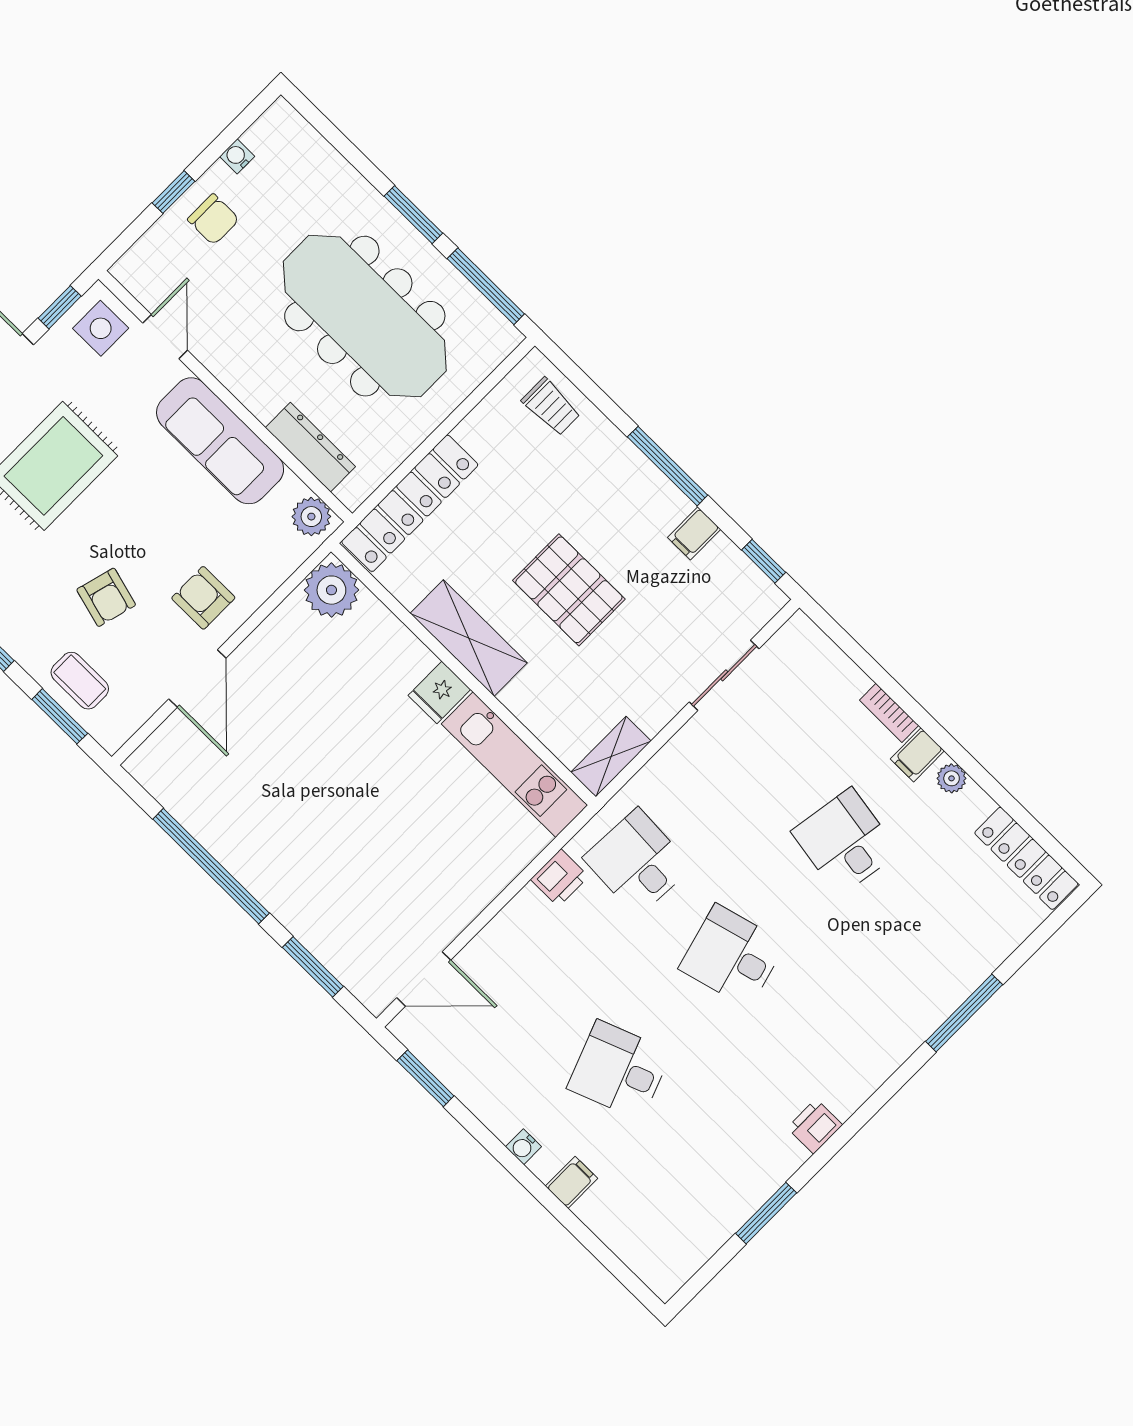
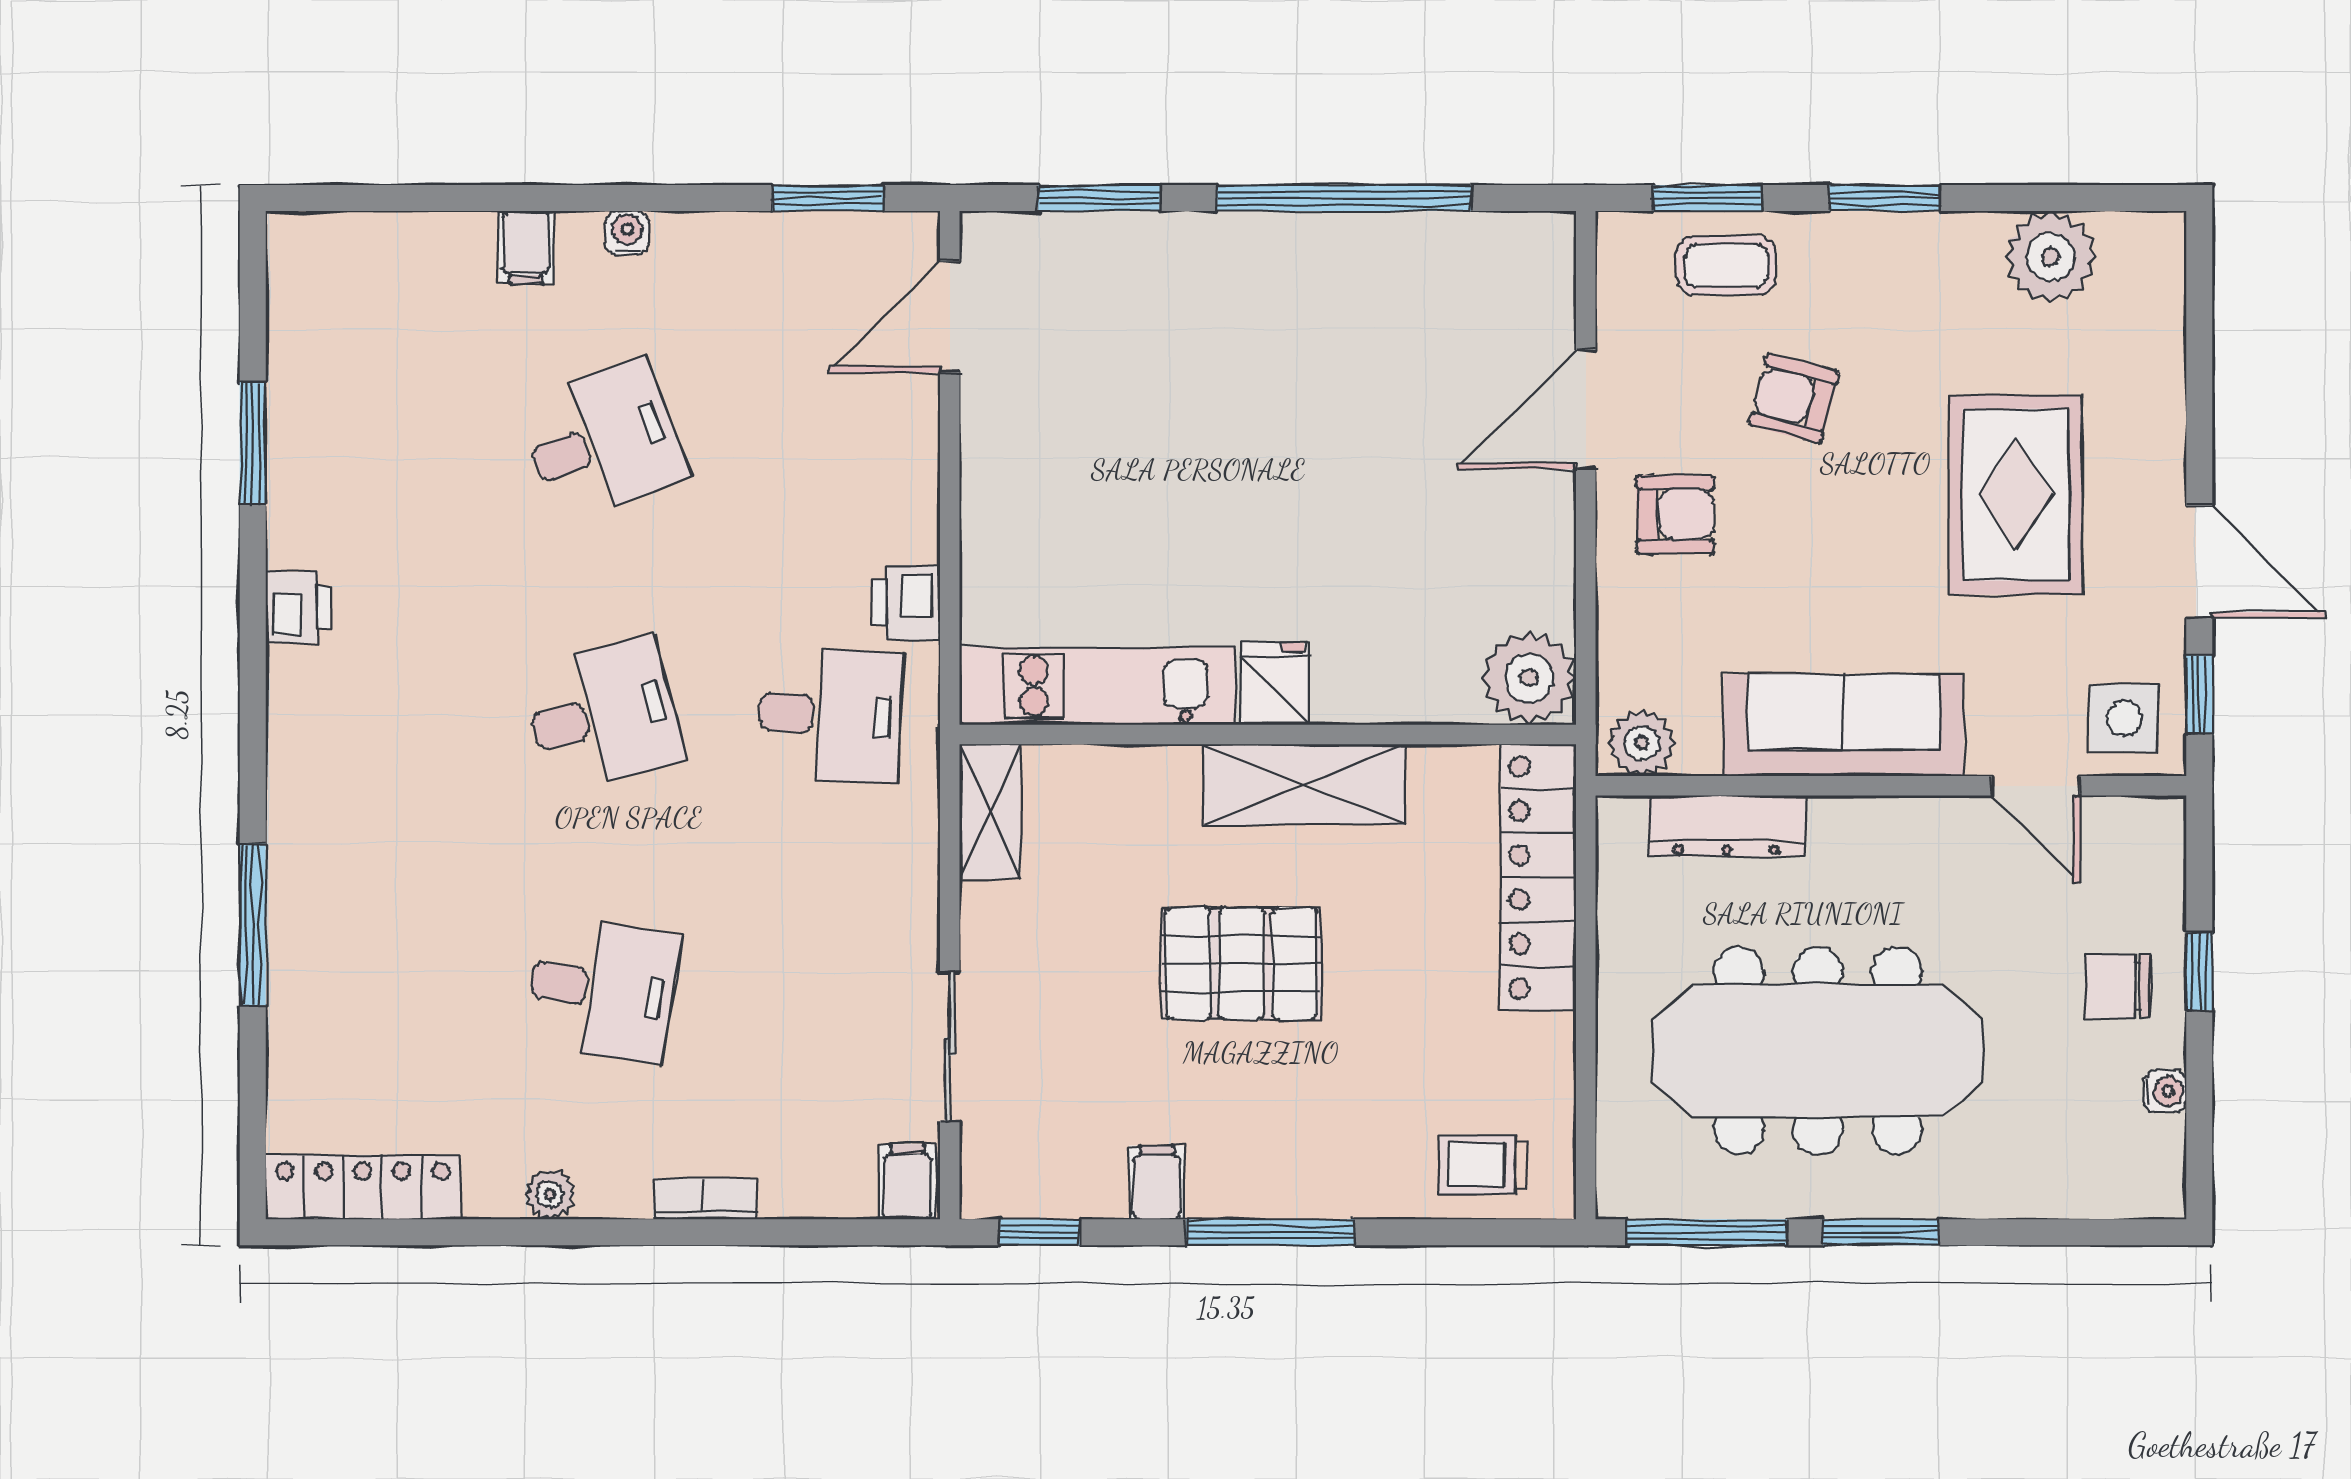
door: (197, 678) -> (1586, 409), hinge flipped
filing cabinet: (917, 755) -> (907, 1182), moved

